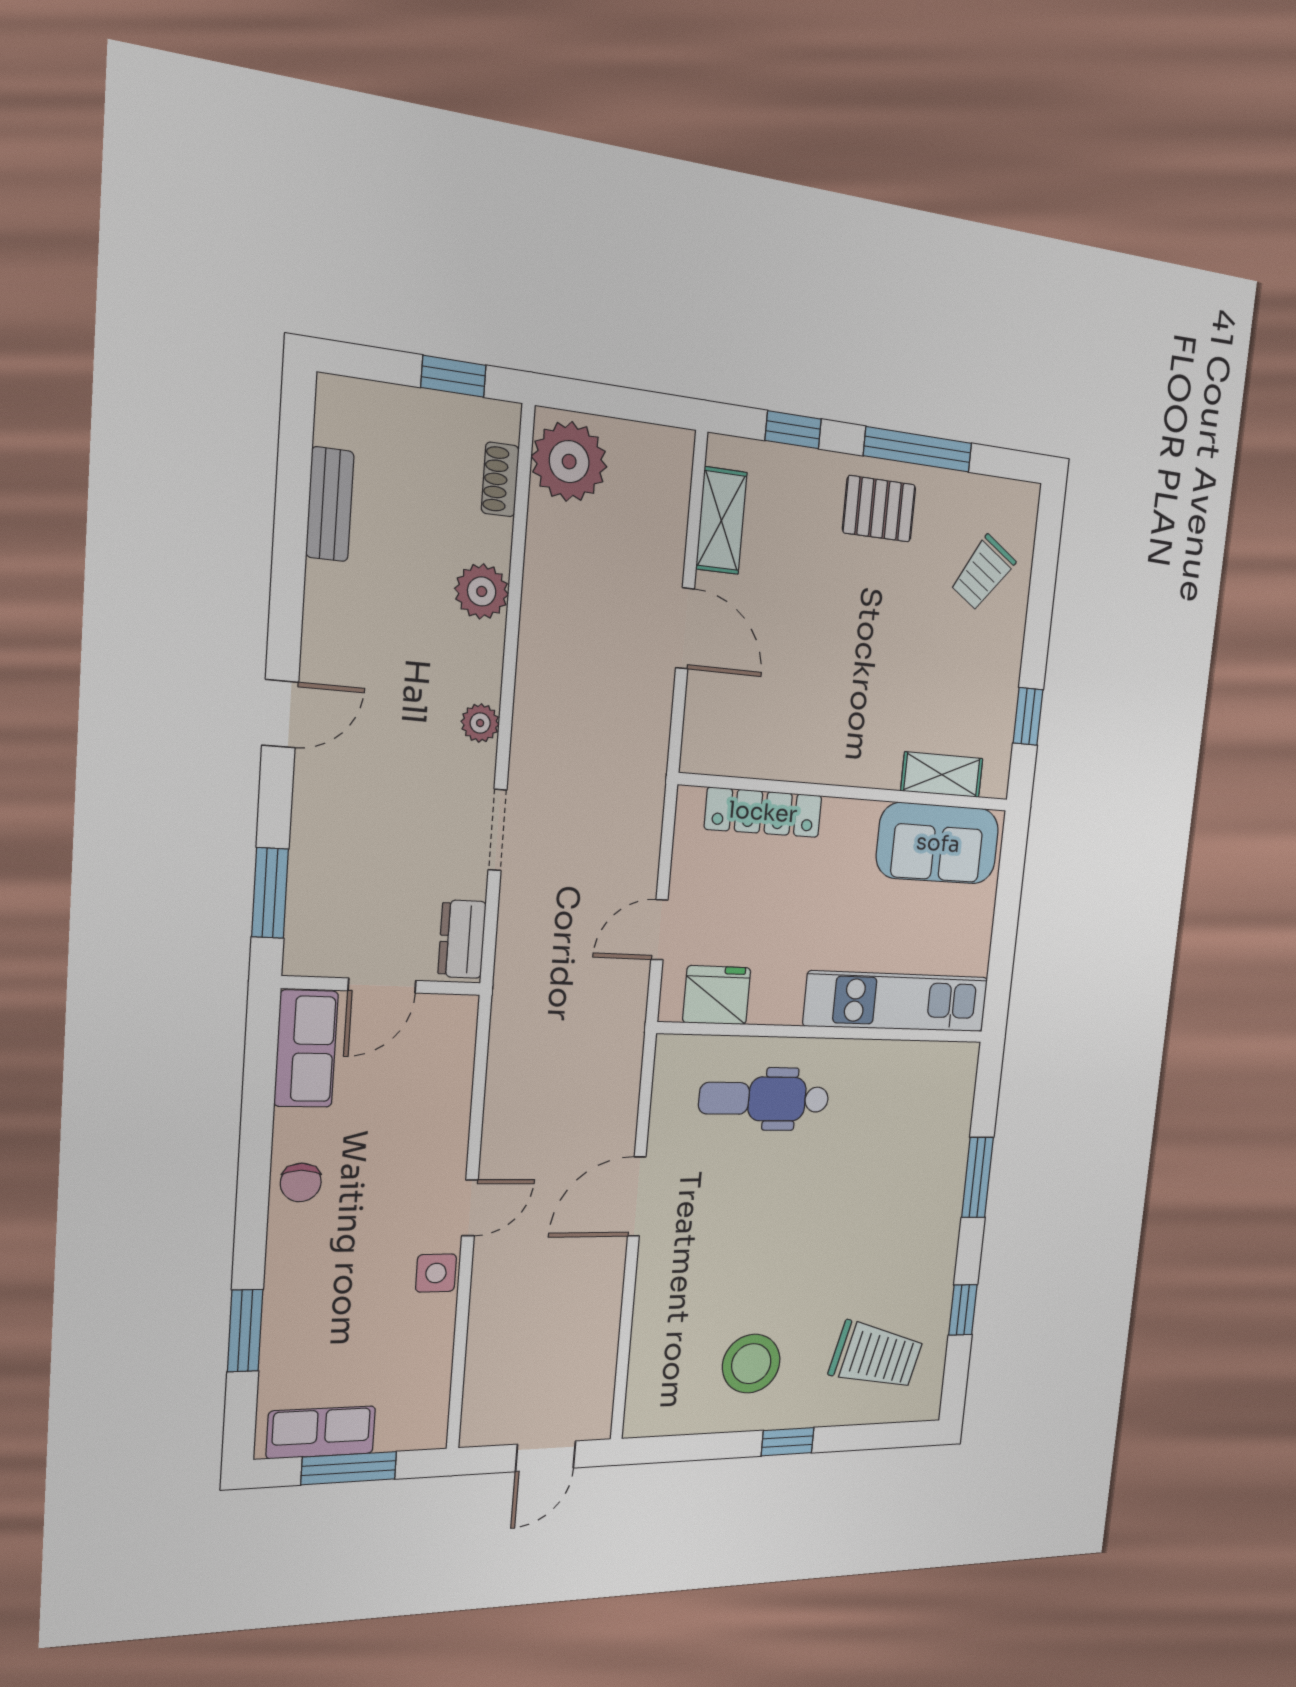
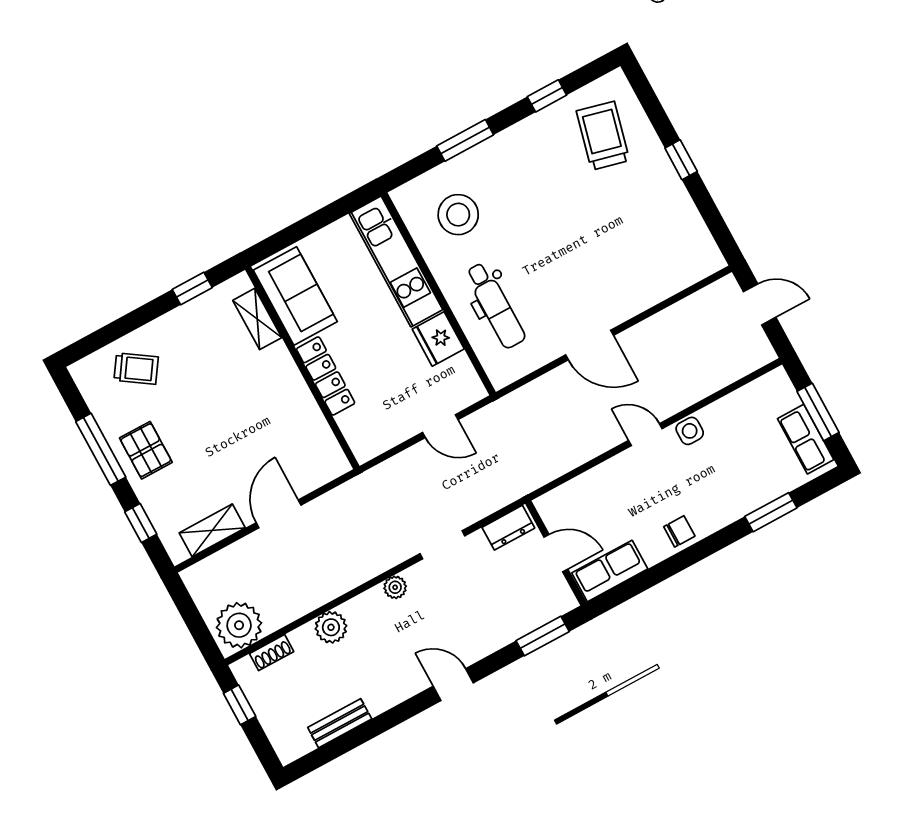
locker: (763, 812) -> (326, 376), moved
fridge: (717, 995) -> (438, 339), moved
stool: (751, 1364) -> (458, 215), moved

